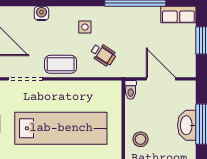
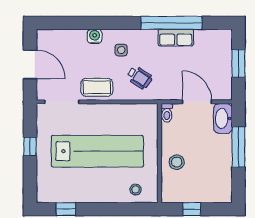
water cooler: (41, 13) -> (95, 36), moved
row of seats: (178, 15) -> (176, 38), moved
washbasin: (187, 125) -> (223, 118), moved

